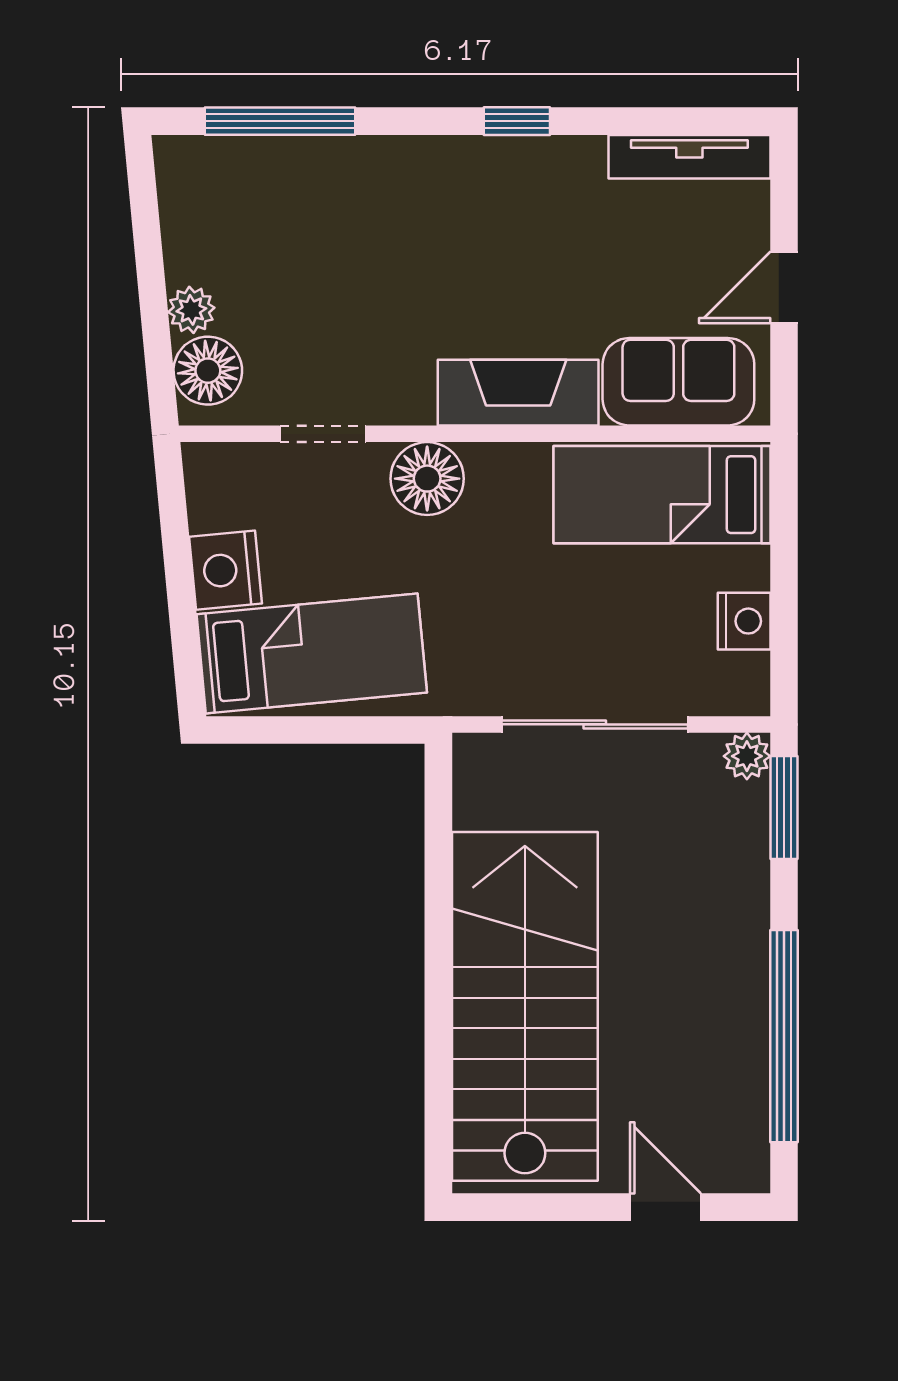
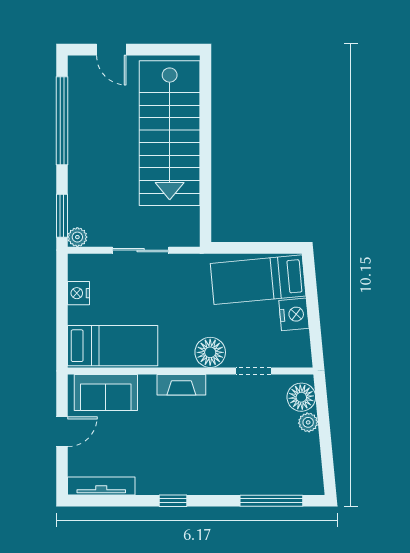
fireplace: (518, 393) -> (181, 385), width x0.73, depth x0.76
sliding door: (595, 724) -> (141, 250), width x0.73

